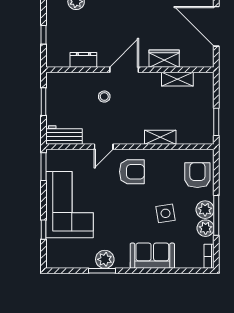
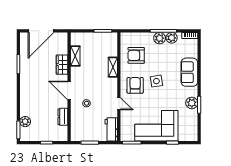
armchair: (197, 175) -> (136, 55), moved
side table: (166, 213) -> (156, 81), moved

